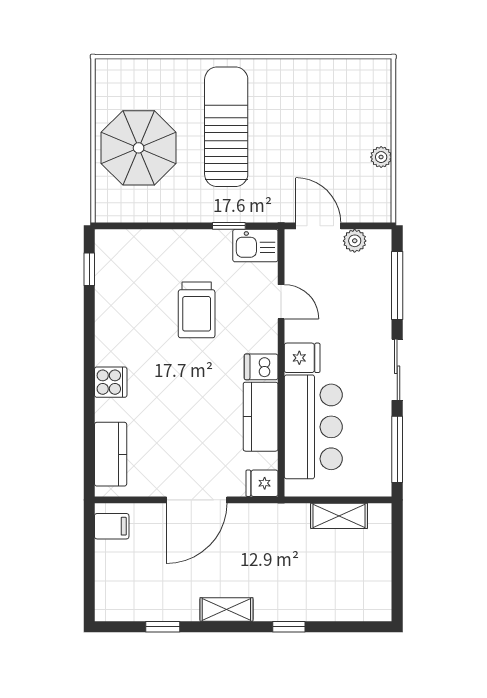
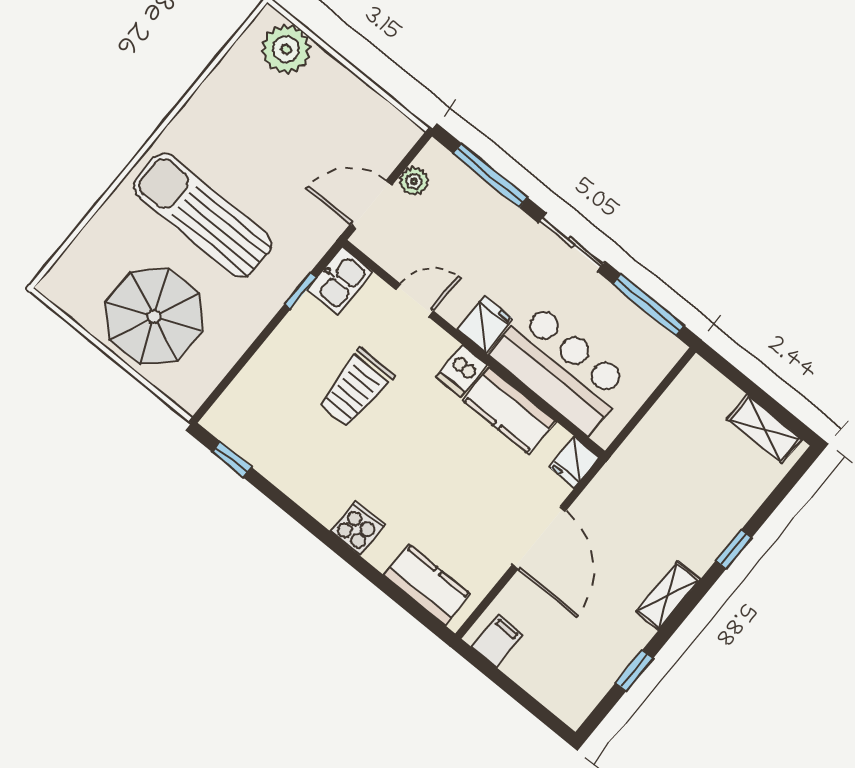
plant: (381, 157) -> (286, 49), moved, width x1.87, depth x1.87
trolley: (197, 310) -> (356, 388), turned 90
shelving: (339, 516) -> (765, 429), moved, turned 90

